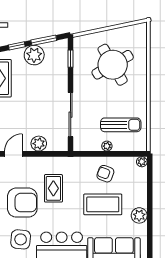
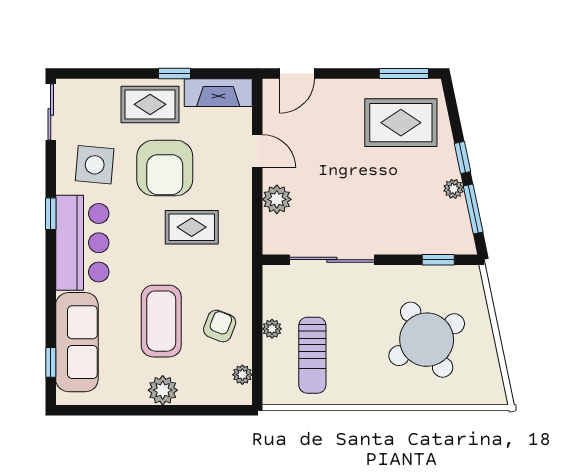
plant: (34, 55) -> (454, 189), width x0.53, depth x0.53
plant: (142, 162) -> (242, 375), moved
plant: (139, 215) -> (163, 390), moved

